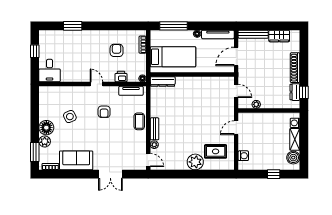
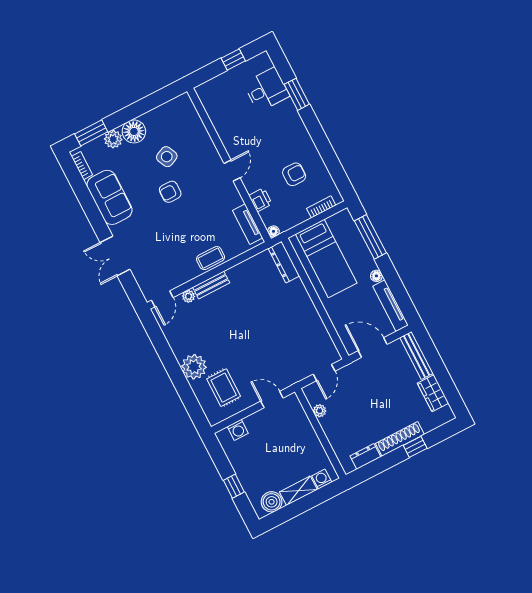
desk: (50, 71) -> (266, 90), moved, turned 180
window: (304, 92) -> (415, 447), moved
armchair: (104, 112) -> (170, 192), moved

